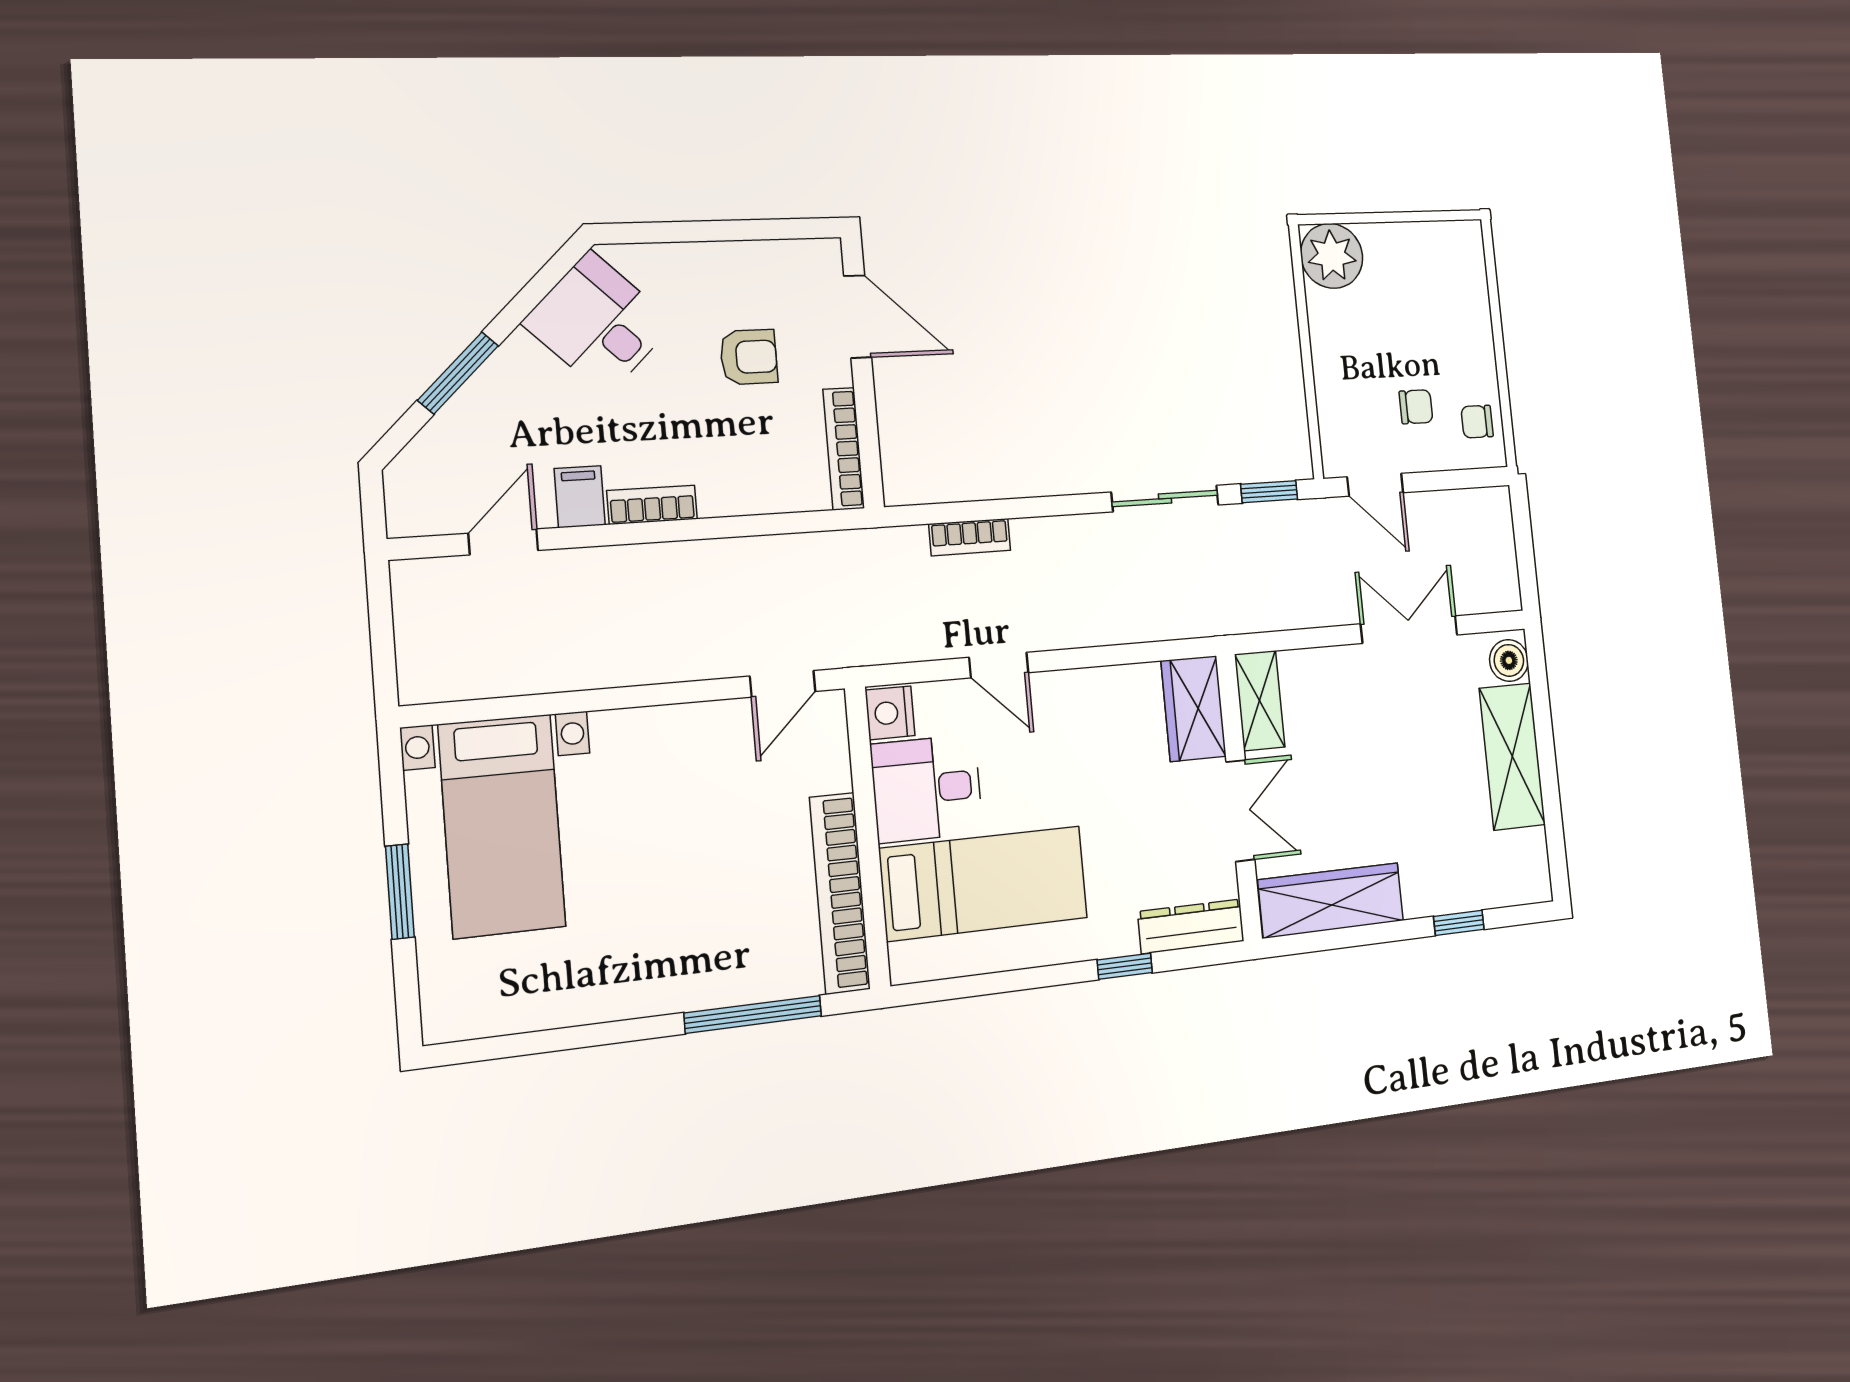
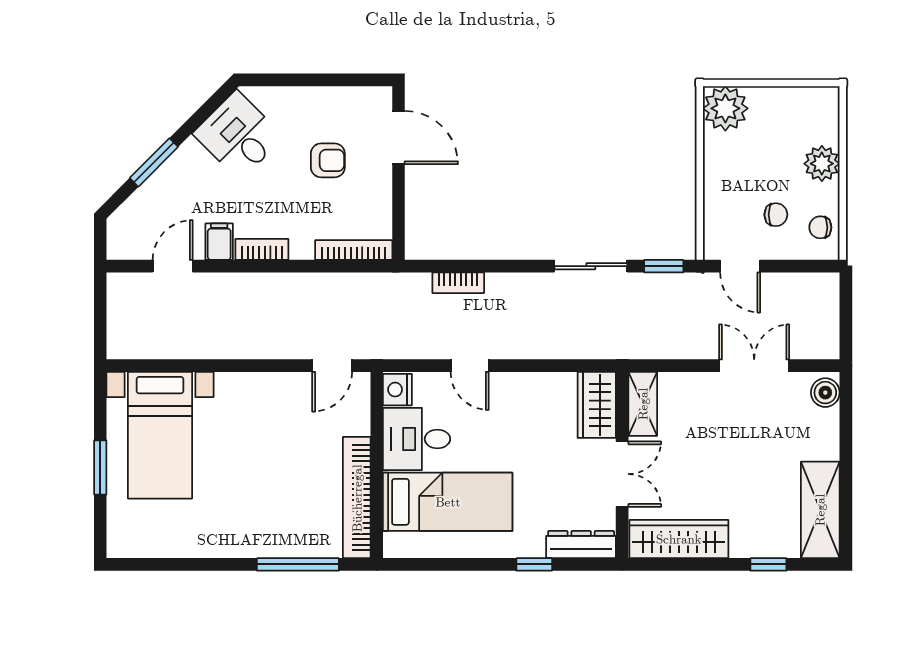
plant: (1470, 330) -> (822, 164), added
bookcase: (844, 449) -> (354, 250), moved, turned 90
shelving: (1512, 756) -> (820, 510), moved

